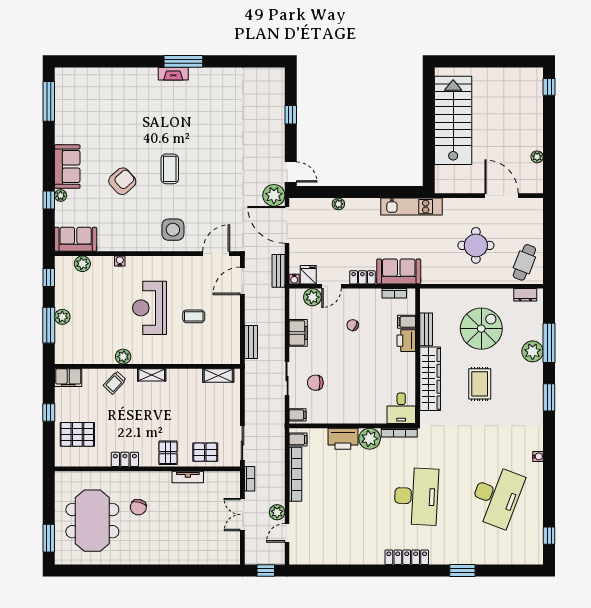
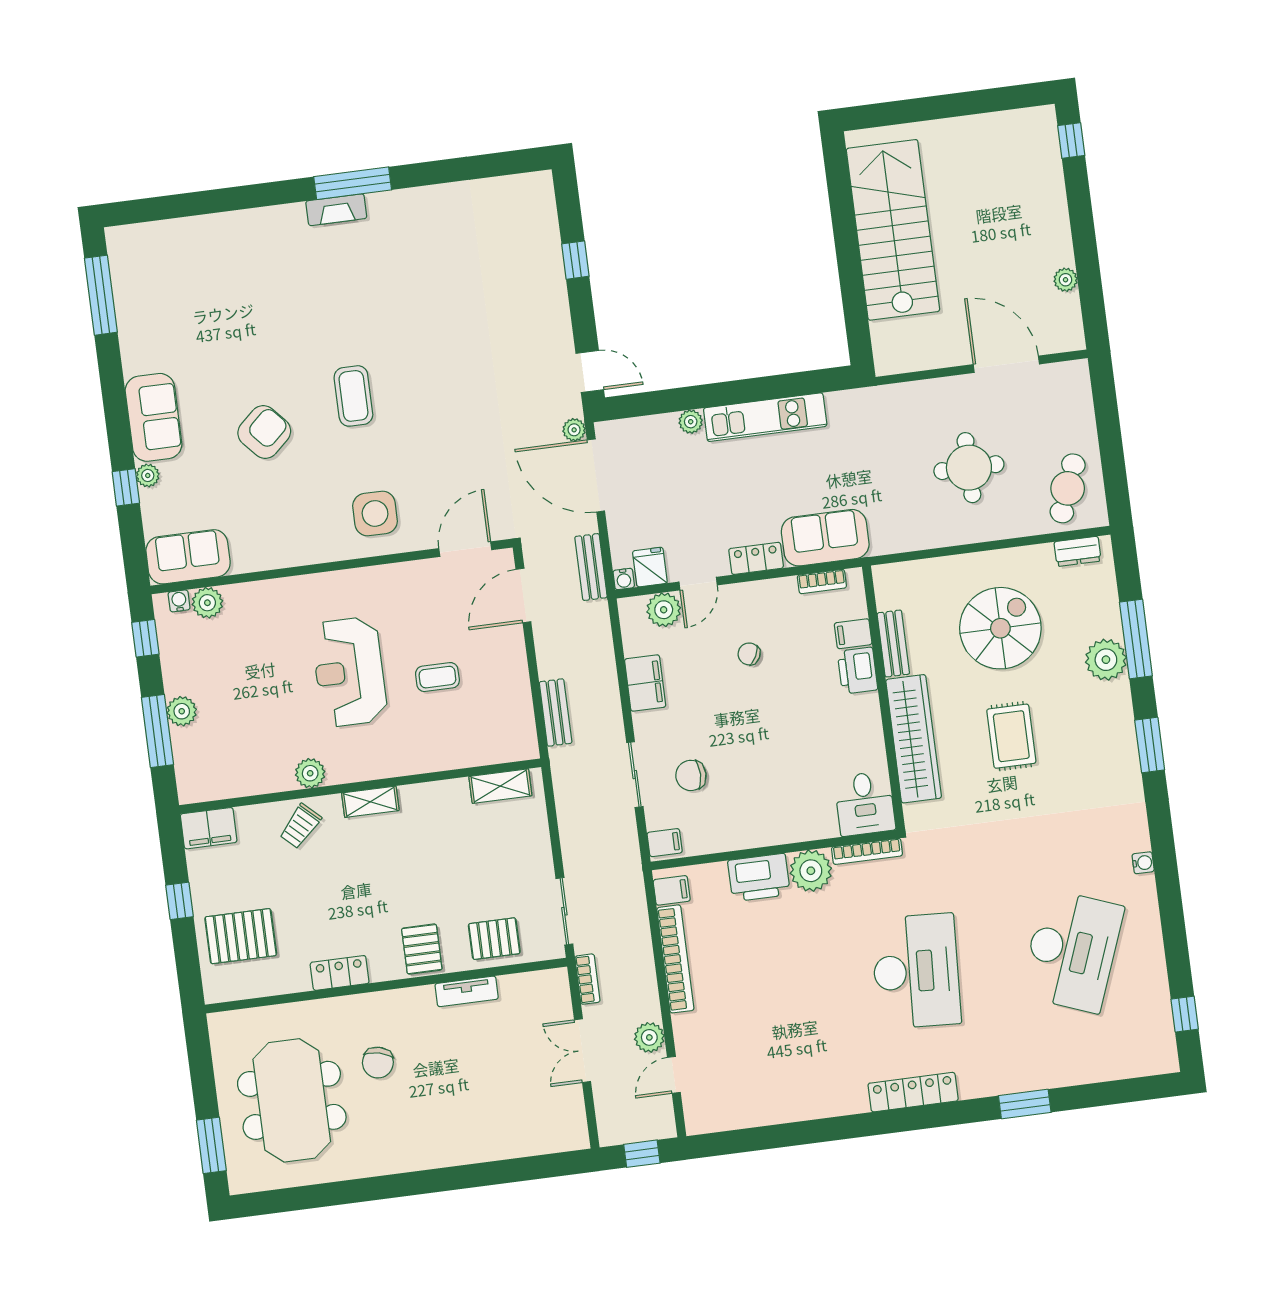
plant: (274, 195) -> (574, 430), width x0.53, depth x0.53
kitchen unit: (412, 207) -> (765, 417), moved
water cooler: (120, 261) -> (179, 601), moved

